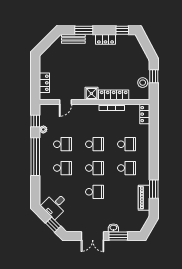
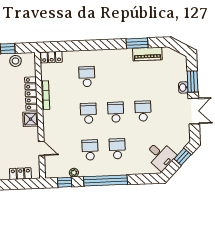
school desk: (126, 168) -> (114, 75), removed

